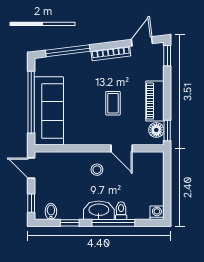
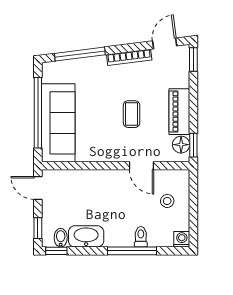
stool: (97, 170) -> (167, 201), moved
washbasin: (99, 210) -> (86, 236), moved
window: (70, 223) -> (56, 251), moved

